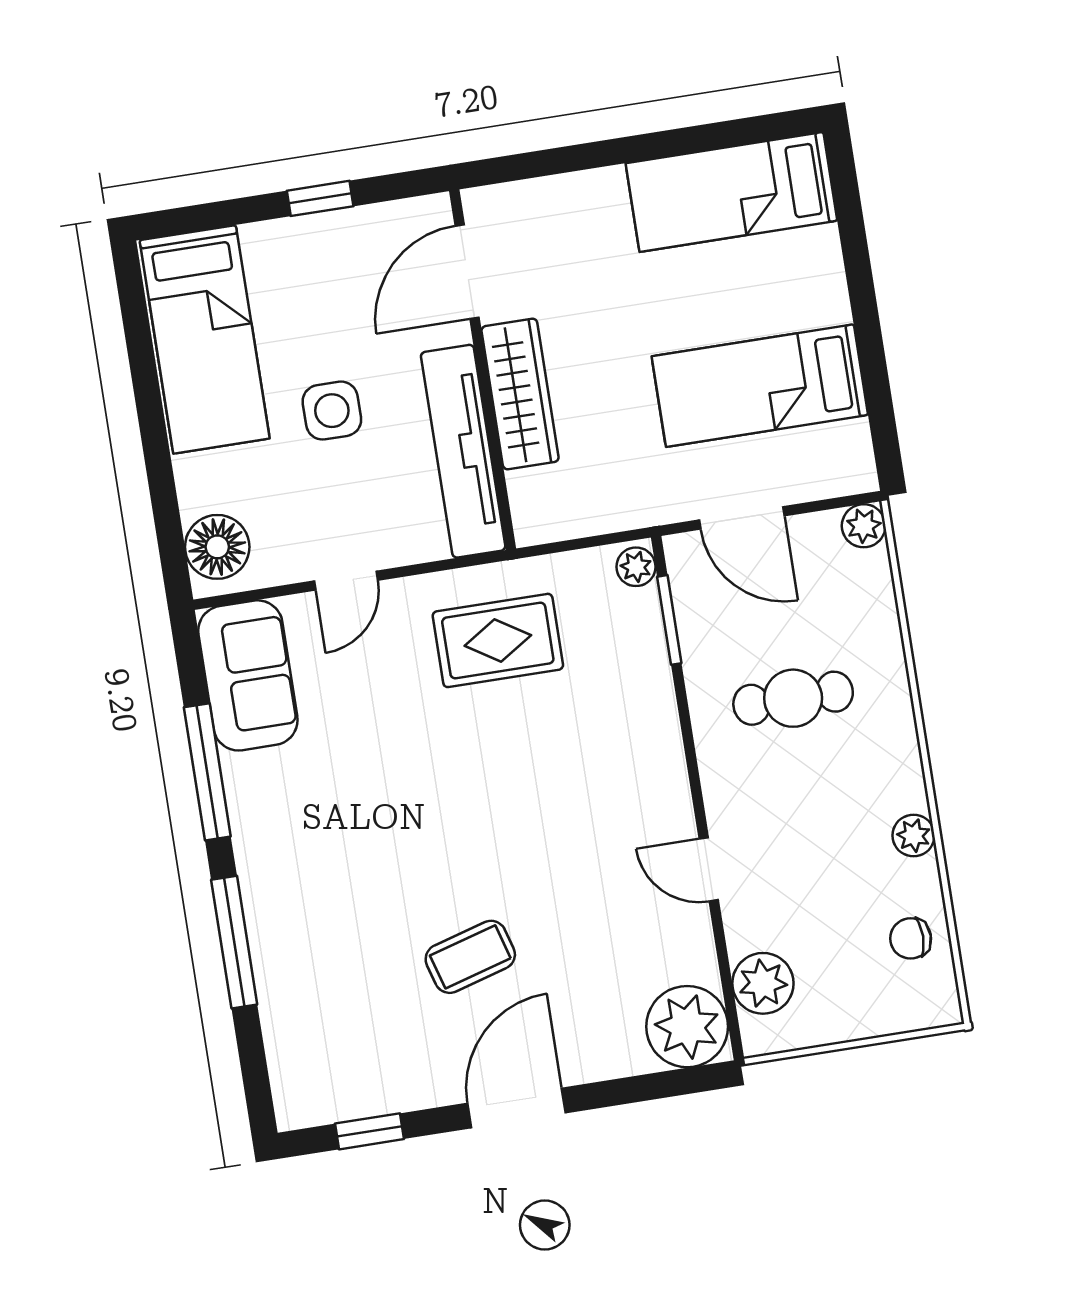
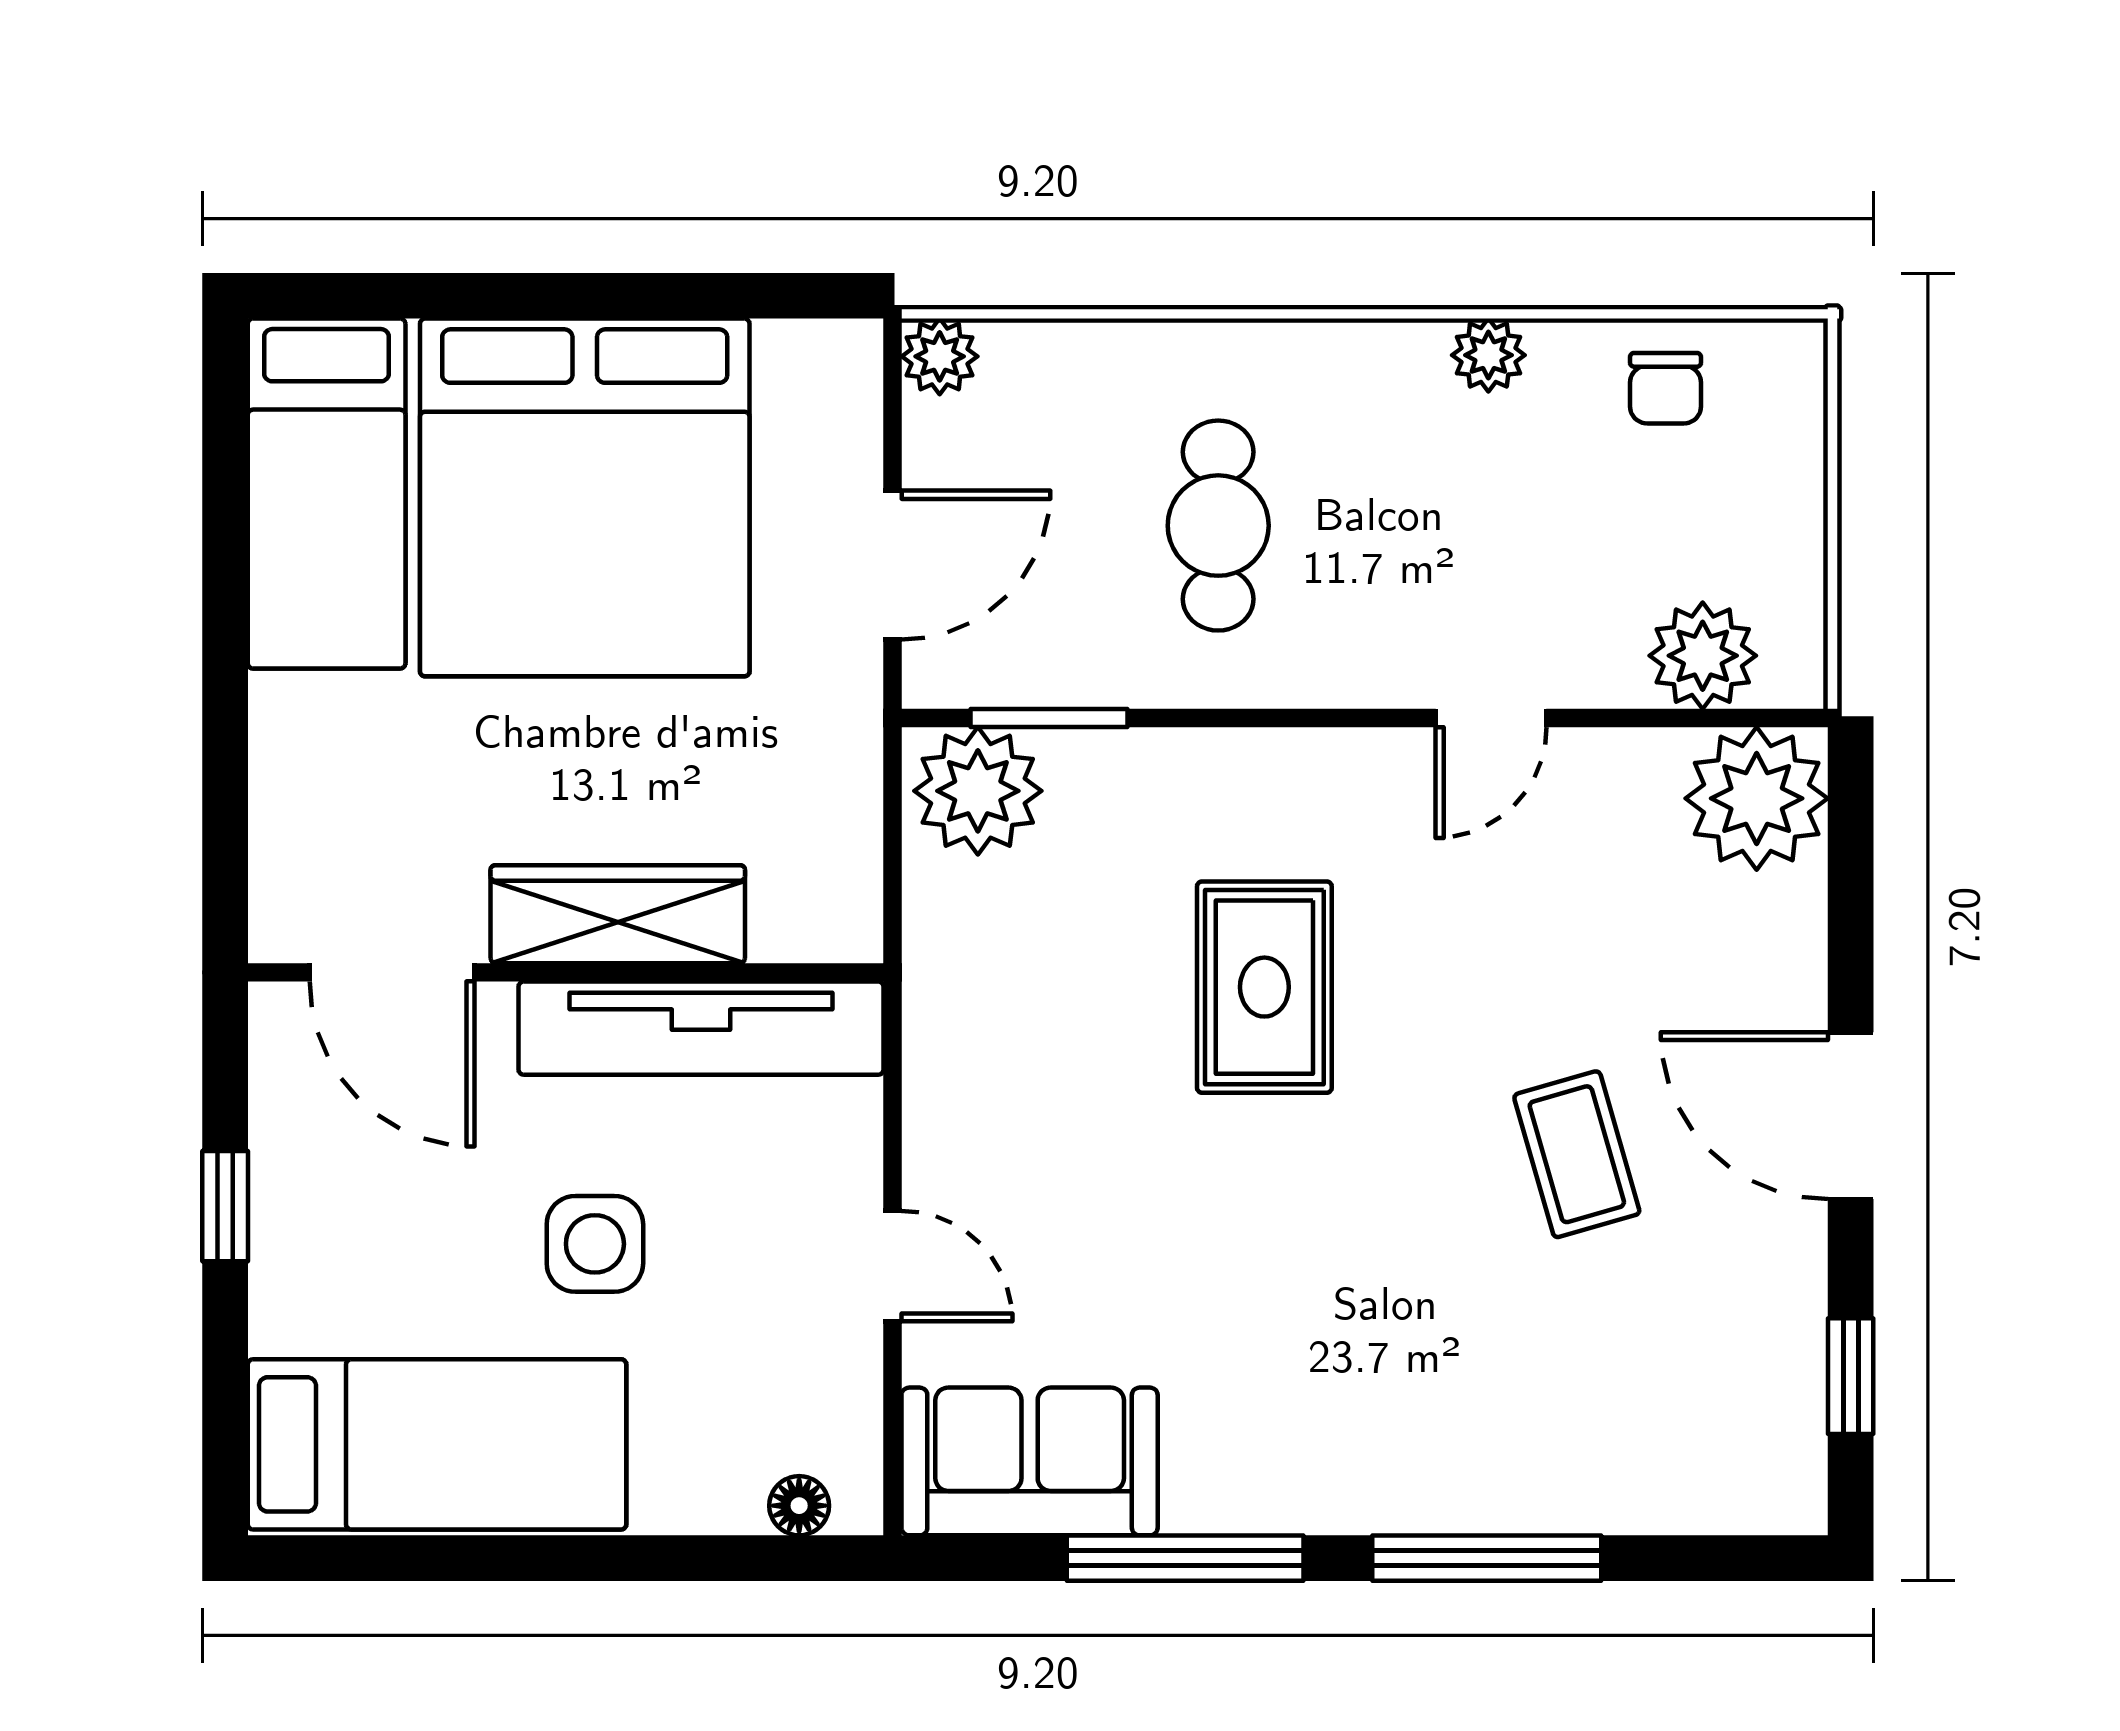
bed: (760, 386) -> (585, 497), width x2.04
floor lamp: (217, 547) -> (799, 1506), width x0.53, depth x0.53
plant: (636, 567) -> (978, 791), width x1.87, depth x1.87
rug: (498, 640) -> (1264, 987), moved

